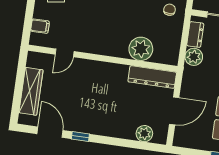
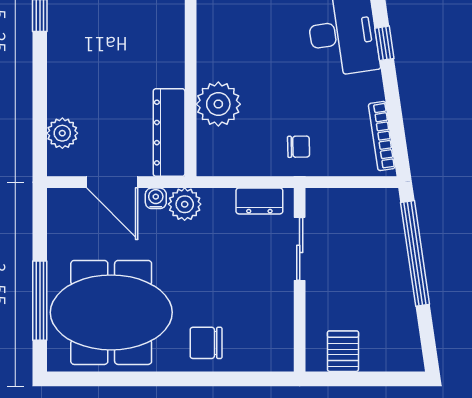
plant: (194, 57) -> (185, 204), moved
water cooler: (186, 89) -> (156, 198), added

